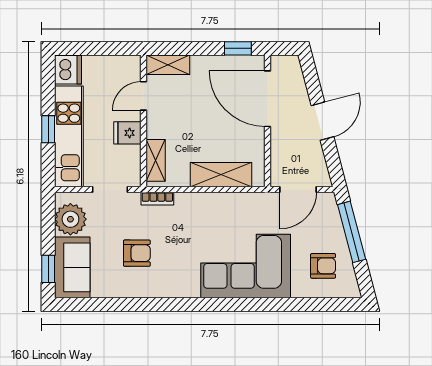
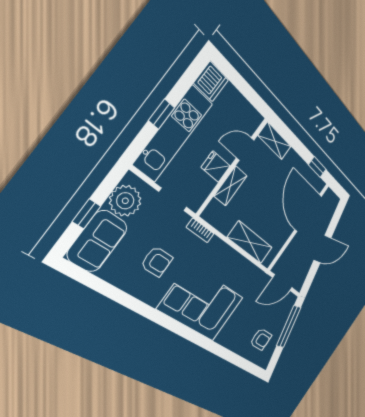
shelving: (156, 160) -> (231, 186), moved
corner sofa: (246, 266) -> (201, 303), moved
window: (48, 269) -> (87, 214), moved

